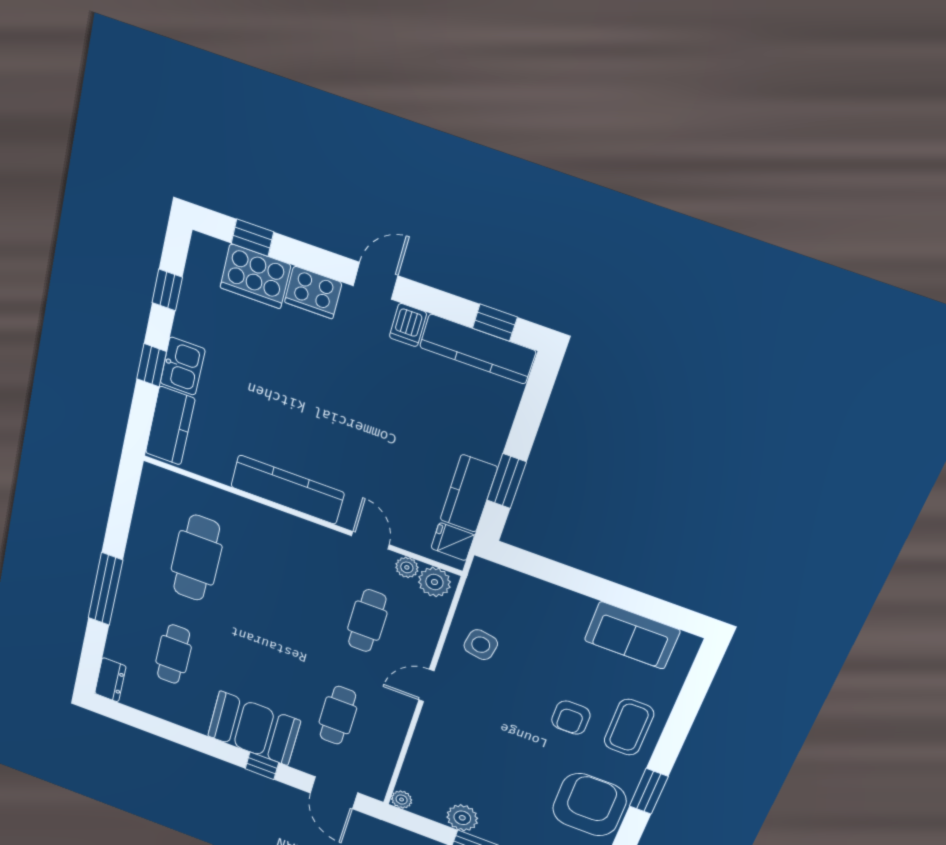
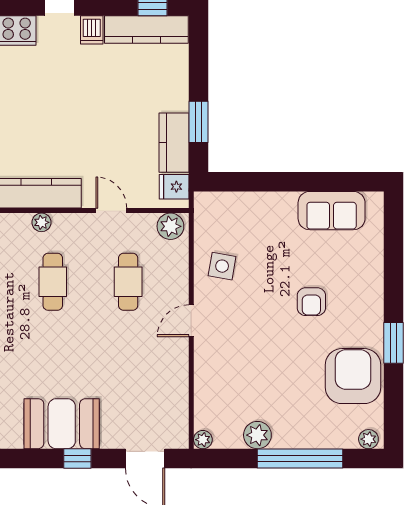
plant: (407, 567) -> (41, 222), moved
cafe table: (338, 715) -> (53, 282), moved
coffee table: (629, 727) -> (358, 291), removed

